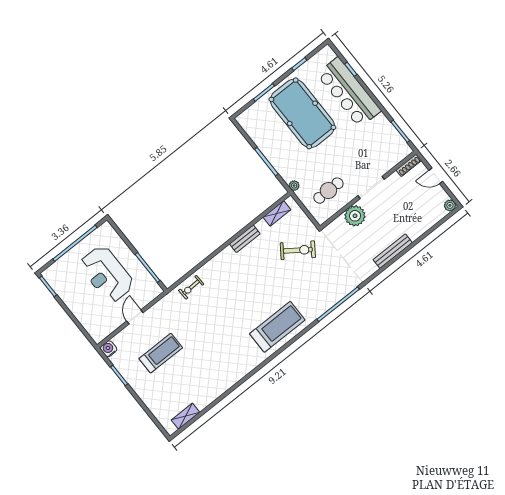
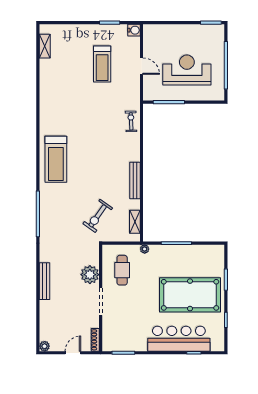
bench: (245, 239) -> (135, 181), width x1.36

